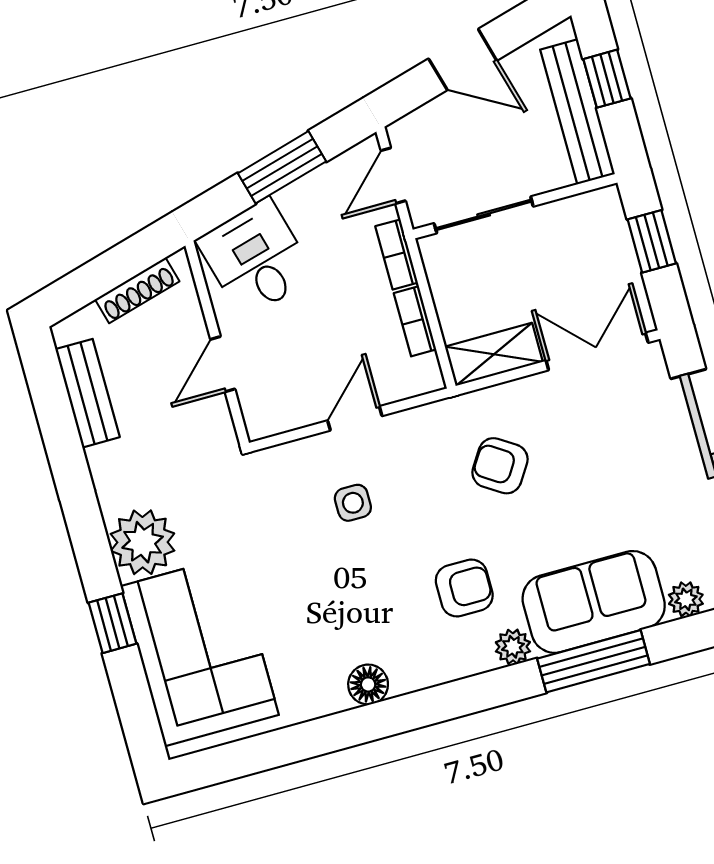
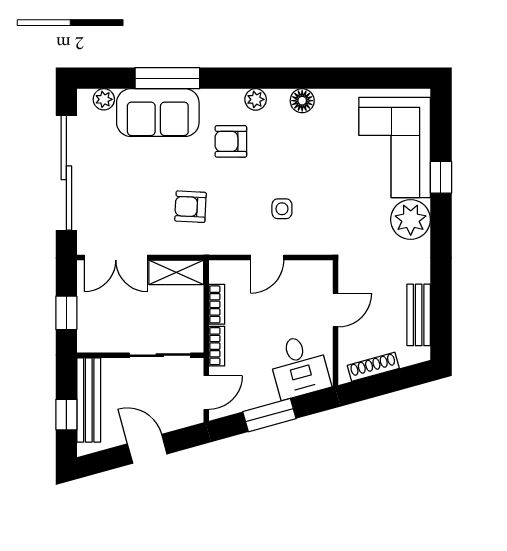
armchair: (500, 466) -> (190, 207), turned 150
plant: (513, 647) -> (256, 99), moved

